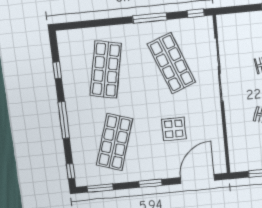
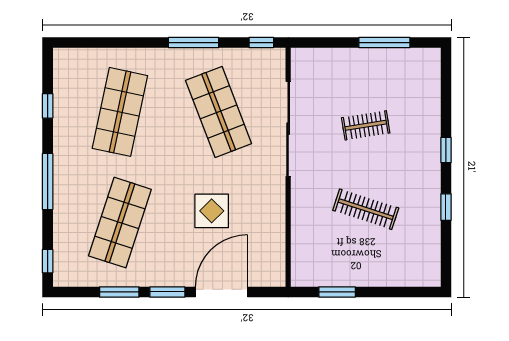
door: (197, 179) -> (221, 292), moved
window: (100, 188) -> (119, 292), moved

